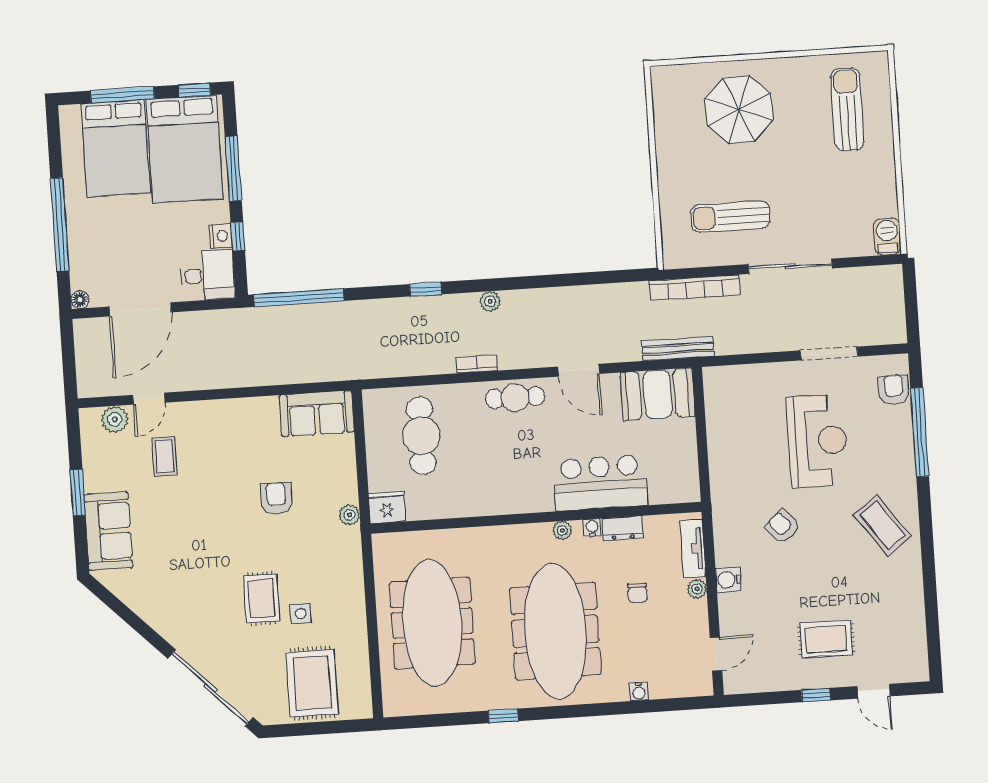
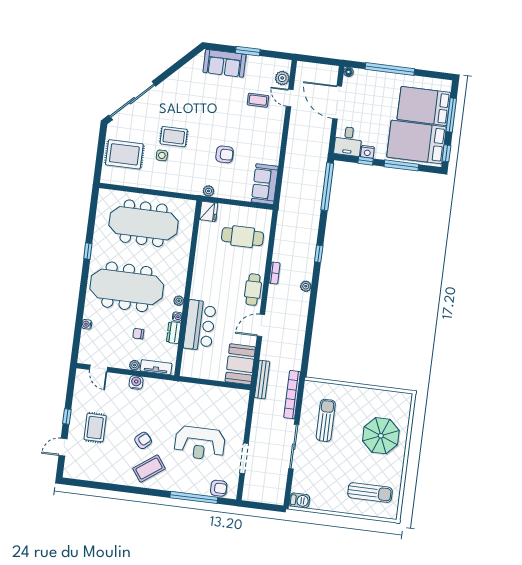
armchair: (783, 526) -> (143, 440), moved

